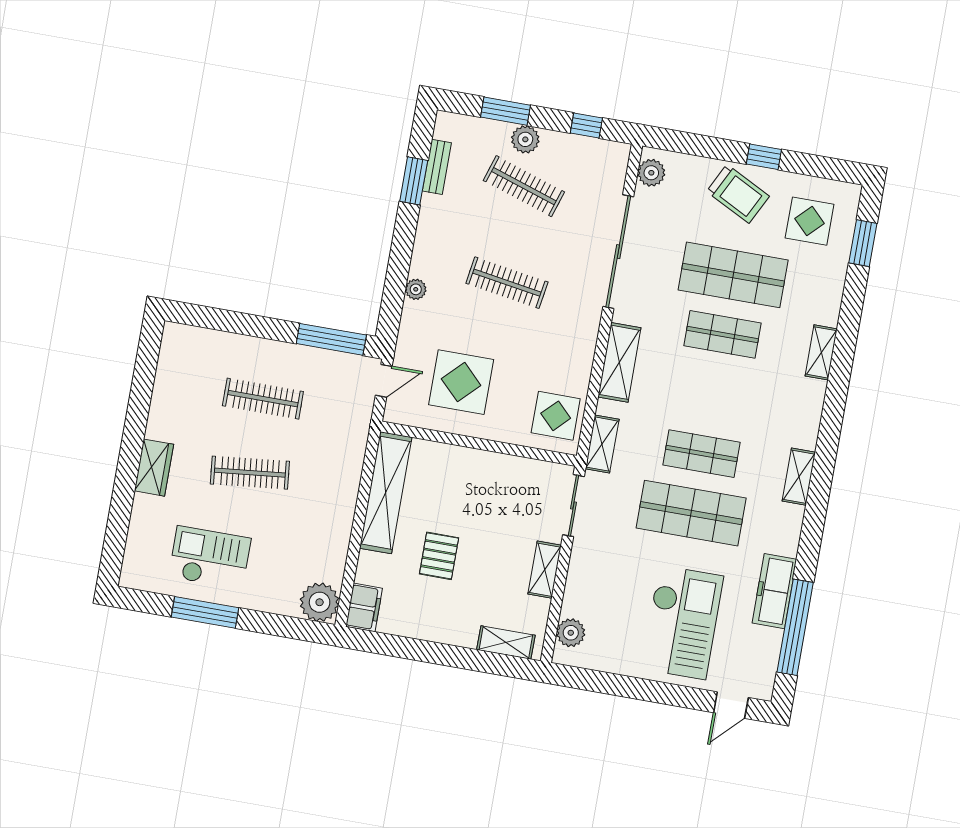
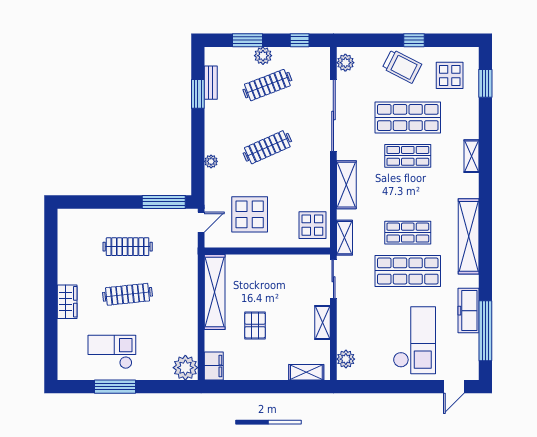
clothes rail: (524, 186) -> (267, 85), turned -39
clothes rail: (507, 283) -> (267, 147), turned -33
shelving: (799, 477) -> (469, 236), width x2.20, depth x1.33

